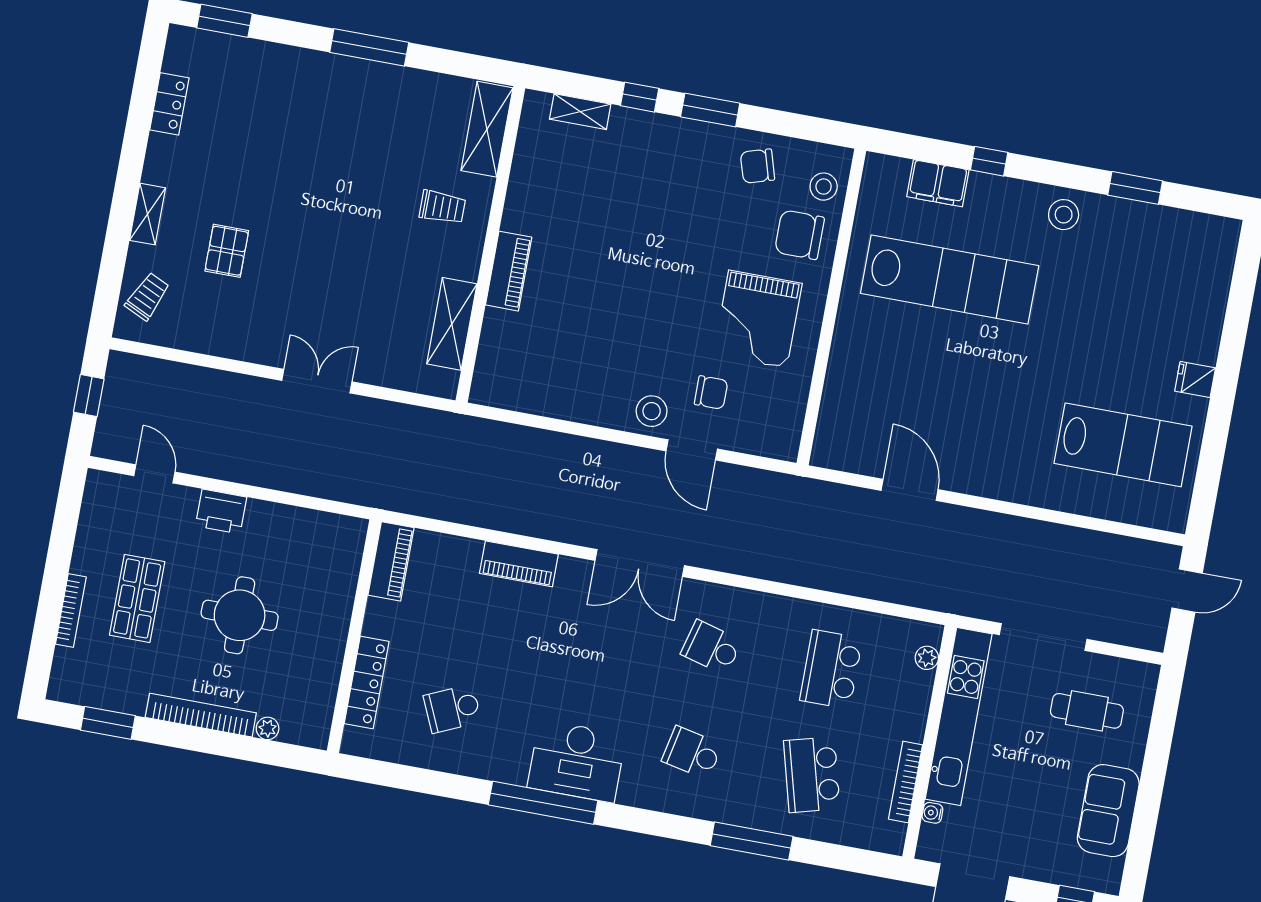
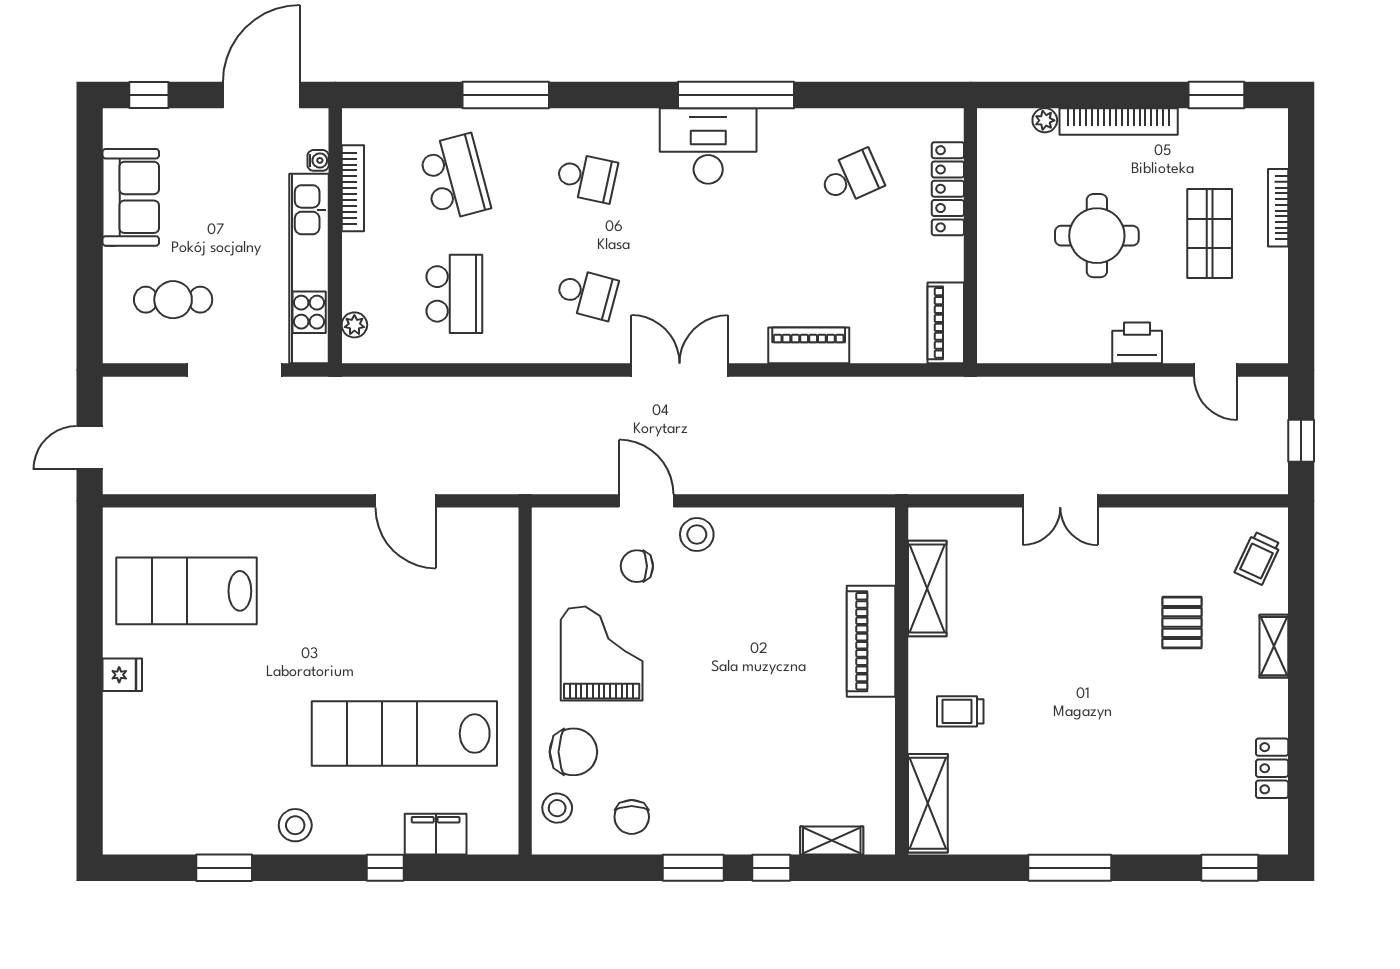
chair: (757, 166) -> (632, 817), turned 107
piano: (509, 271) -> (871, 641), width x1.37, depth x1.33

